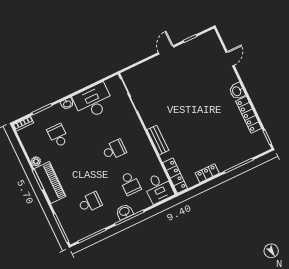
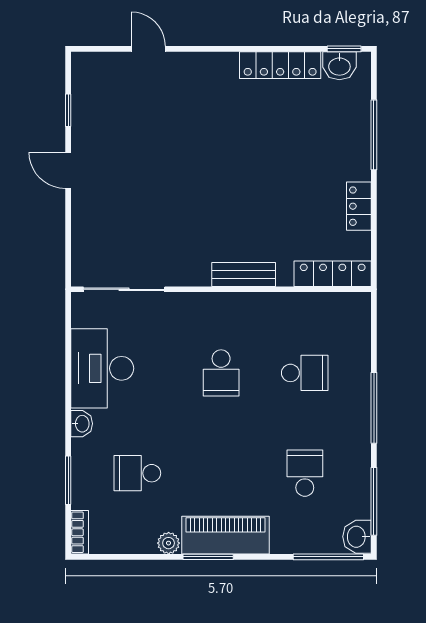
washbasin: (237, 91) -> (339, 66), moved
school desk: (114, 150) -> (221, 373), turned 180
desk: (159, 188) -> (342, 319), removed
washbasin: (124, 212) -> (357, 537), moved

